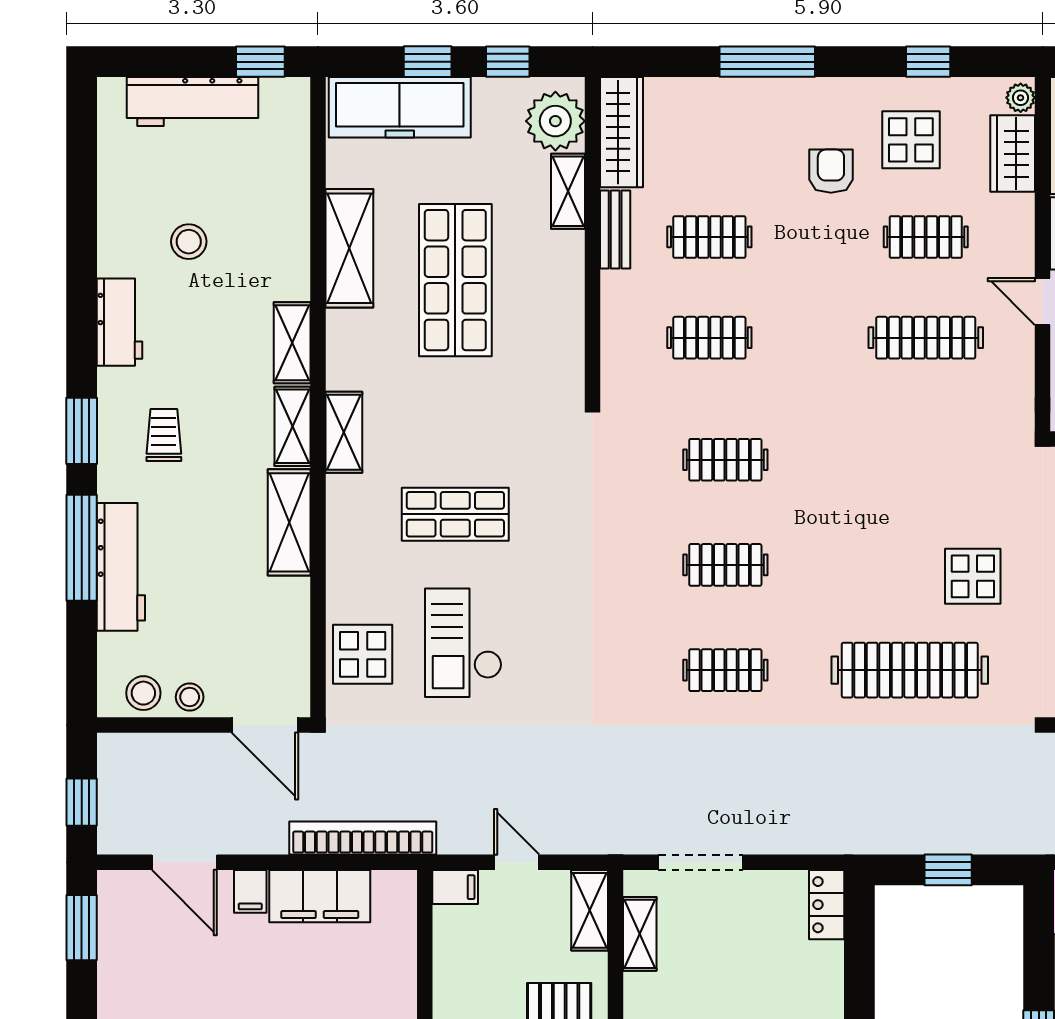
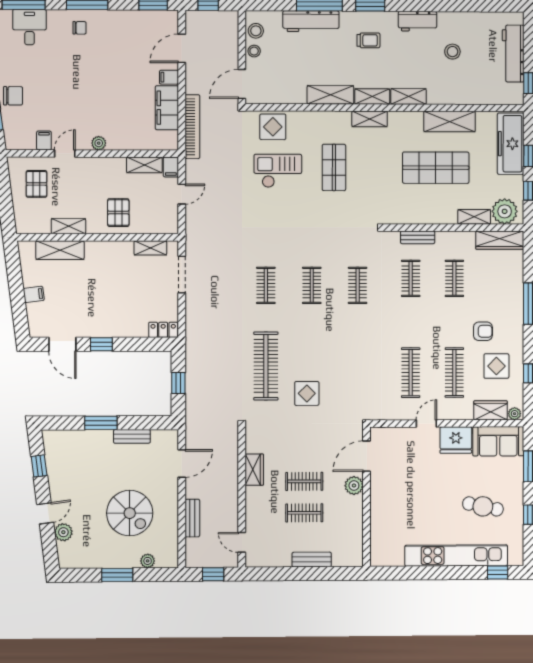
bench: (615, 230) -> (418, 237), moved
clothes rail: (926, 237) -> (454, 373), width x1.36
shelving: (590, 910) -> (144, 165), moved

